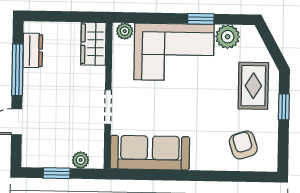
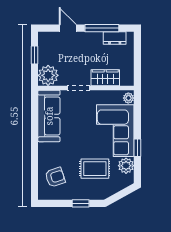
wardrobe: (93, 44) -> (105, 78), moved
rug: (253, 86) -> (95, 169), moved
plant: (81, 160) -> (48, 75), width x1.88, depth x1.88

